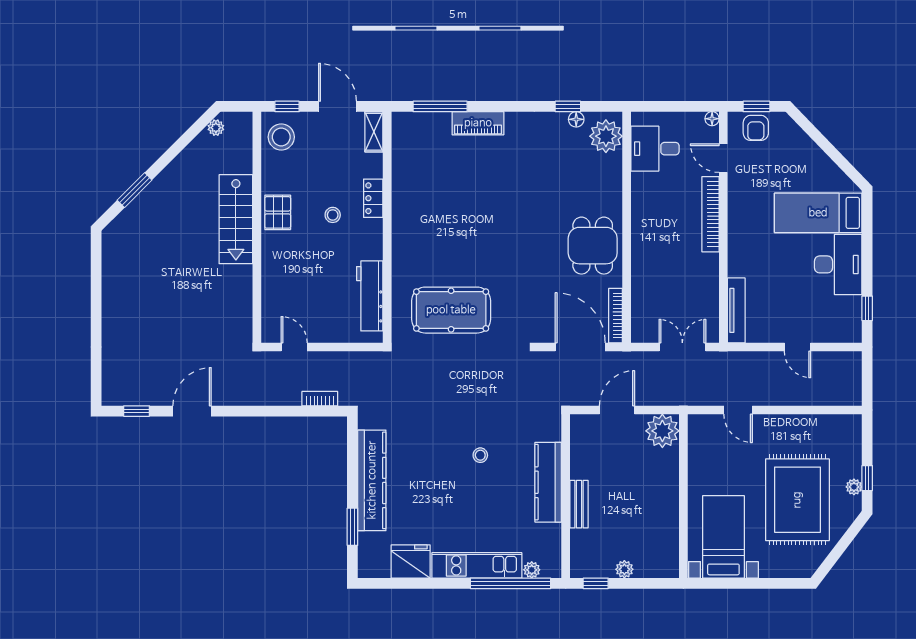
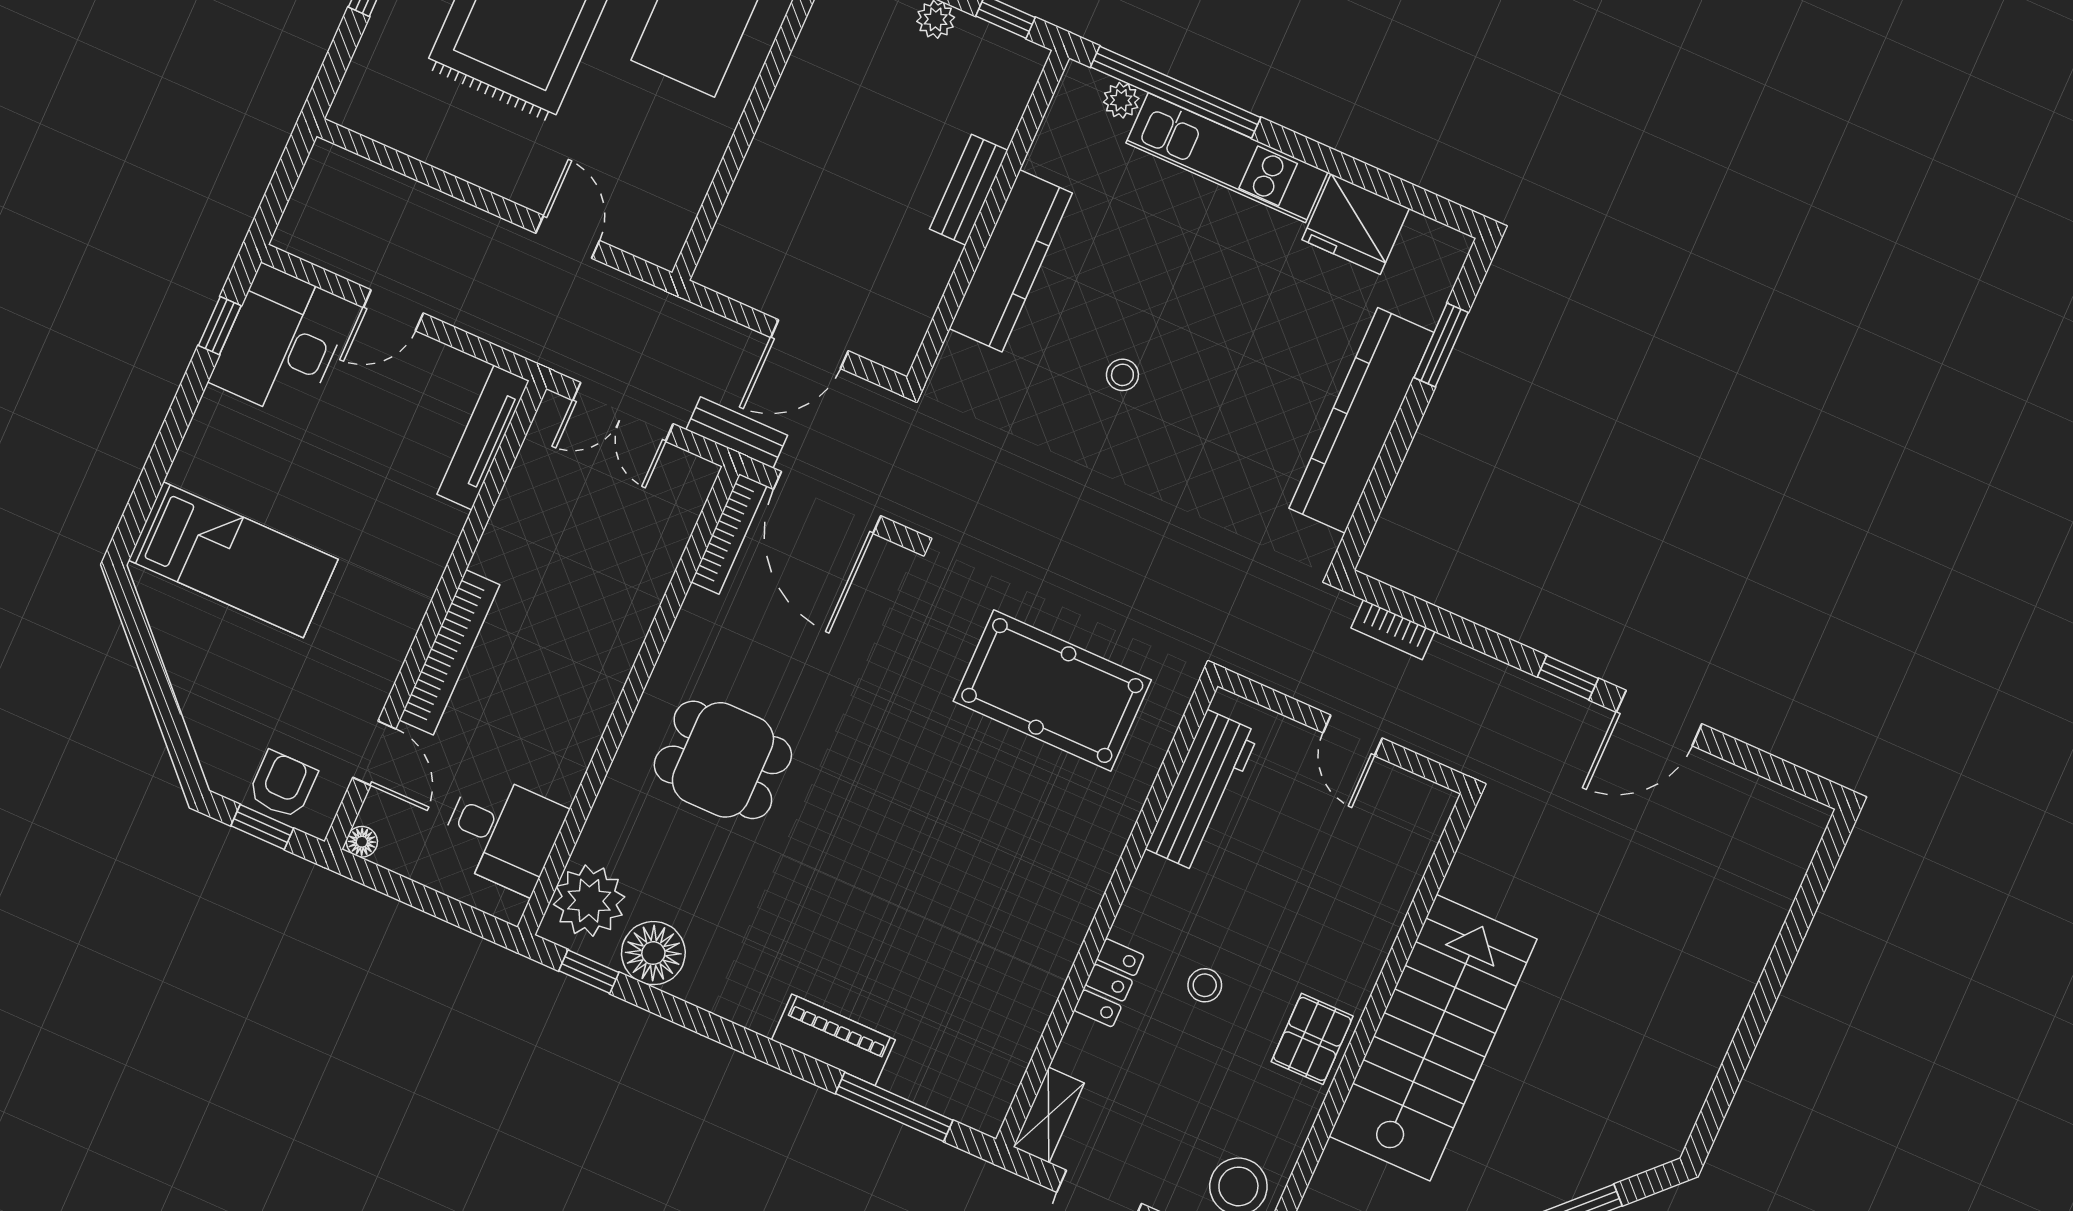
window: (568, 106) -> (589, 972), moved
floor lamp: (576, 119) -> (653, 953), width x1.89, depth x1.89
stairs: (236, 219) -> (1433, 1038), width x1.36, depth x1.51
dining table: (593, 246) -> (723, 760), moved, turned 90
desk: (838, 264) -> (281, 343), moved
door: (294, 347) -> (1353, 735), moved
door: (797, 347) -> (393, 310), swing flipped
bench: (631, 359) -> (737, 433), added
window: (137, 411) -> (1568, 678), moved
plant: (662, 431) -> (737, 262), removed

